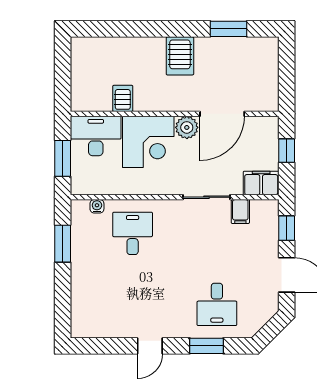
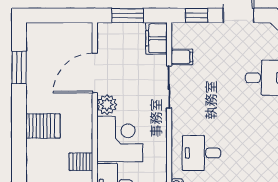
server rack: (180, 56) -> (43, 126), moved
door: (222, 114) -> (95, 73), swing flipped
window: (287, 151) -> (128, 15), width x1.50

